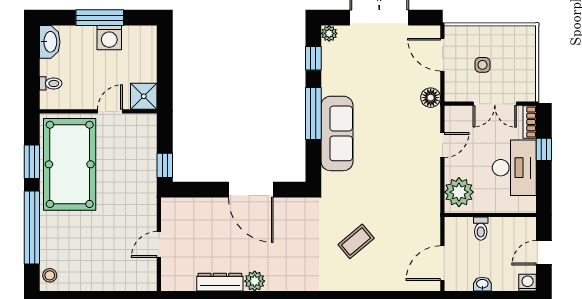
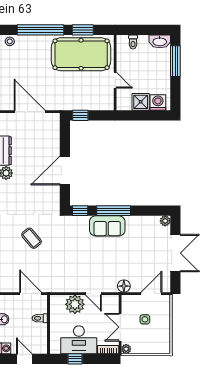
window: (100, 18) -> (175, 61), moved
washing machine: (109, 38) -> (158, 102), moved, turned 90
window: (313, 58) -> (80, 211), moved
plant: (529, 94) -> (126, 349), added
shower: (144, 96) -> (141, 102), moved
sofa: (337, 133) -> (107, 226), width x0.73
window: (544, 149) -> (75, 359), moved
plant: (459, 192) -> (75, 304), moved
door: (159, 244) -> (30, 112), width x1.88
door: (442, 263) -> (31, 294), moved

